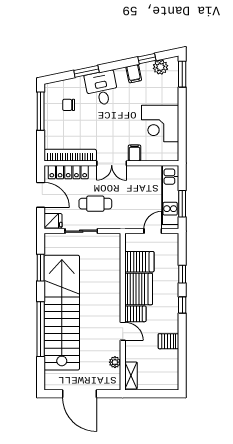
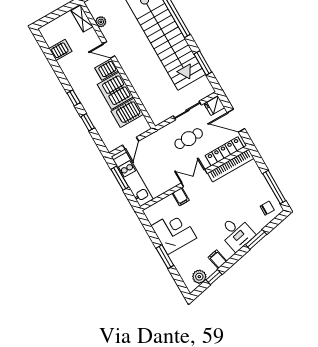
window: (182, 74) -> (165, 257), moved
chair: (69, 105) -> (267, 208), moved
server rack: (168, 341) -> (60, 50), moved

